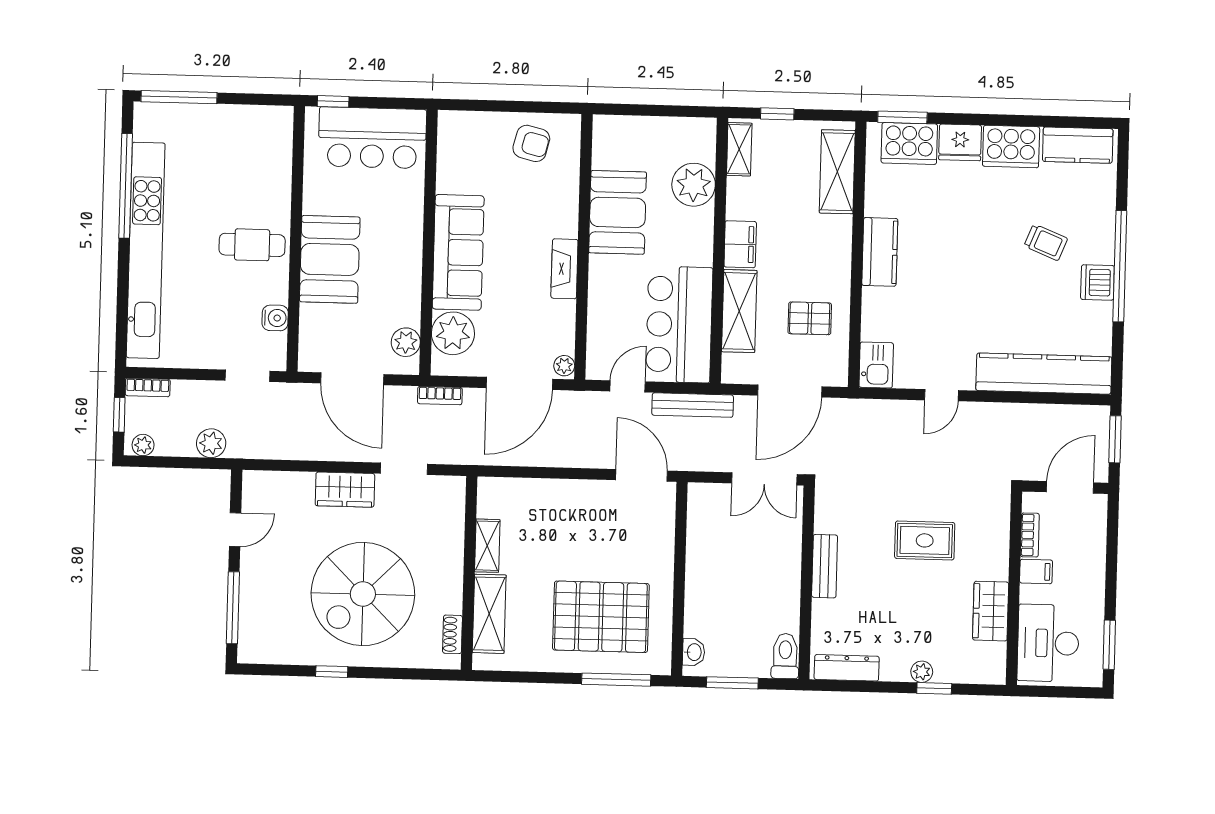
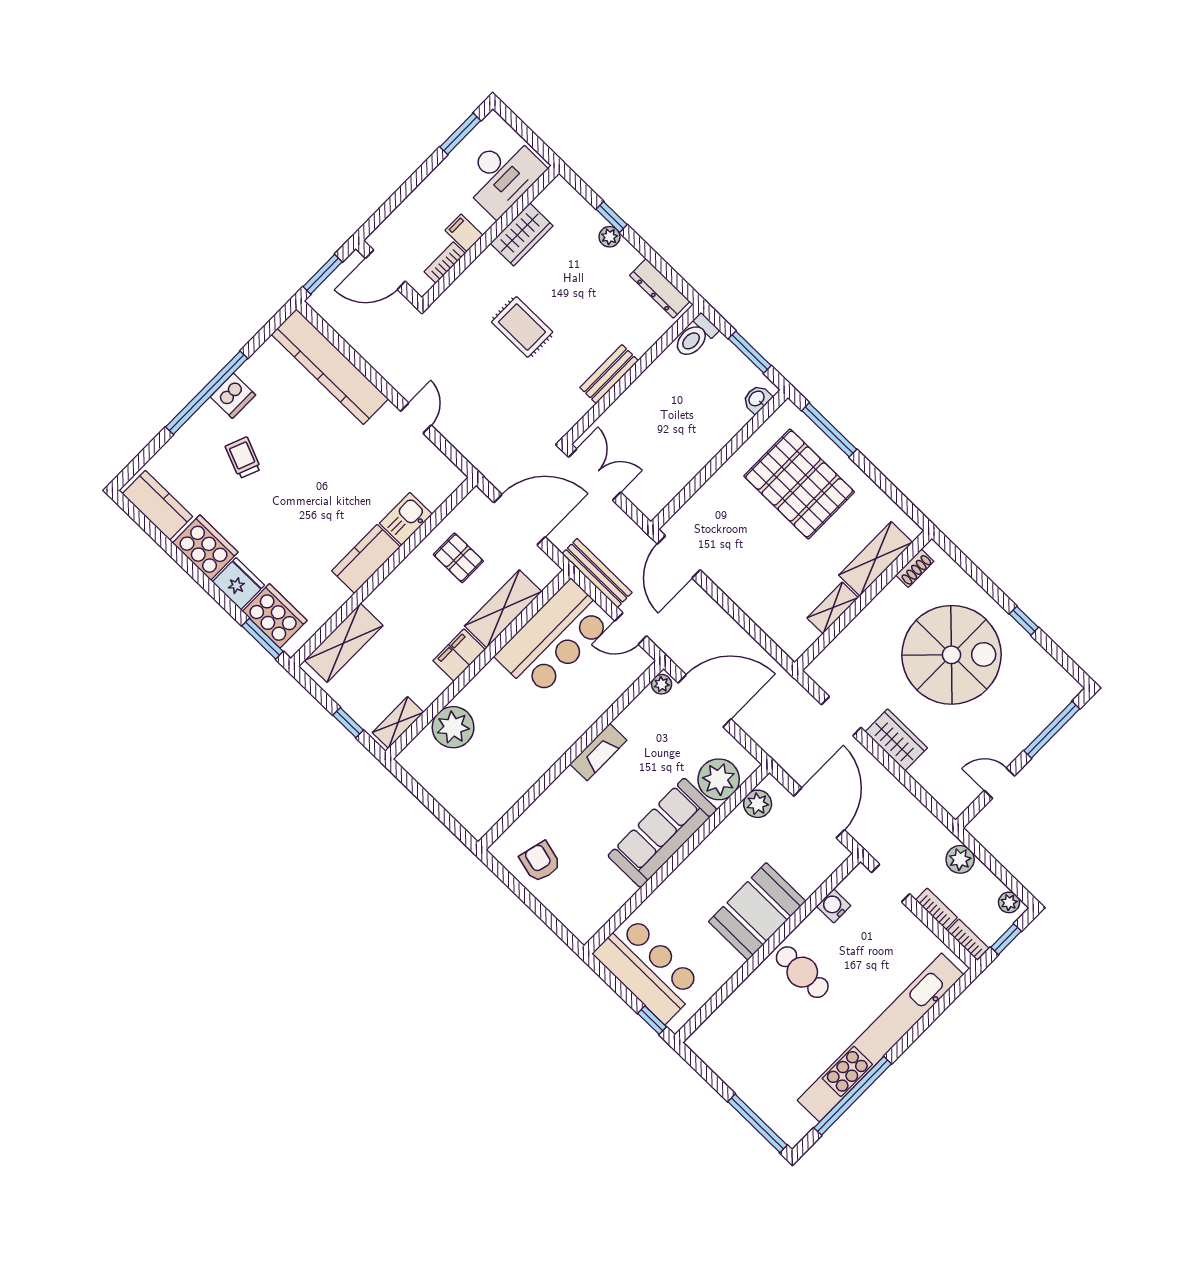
booth: (618, 212) -> (524, 757), removed
kitchen sink: (876, 365) -> (406, 519), moved
door: (941, 395) -> (416, 418), hinge flipped
bookcase: (440, 396) -> (936, 909), moved

